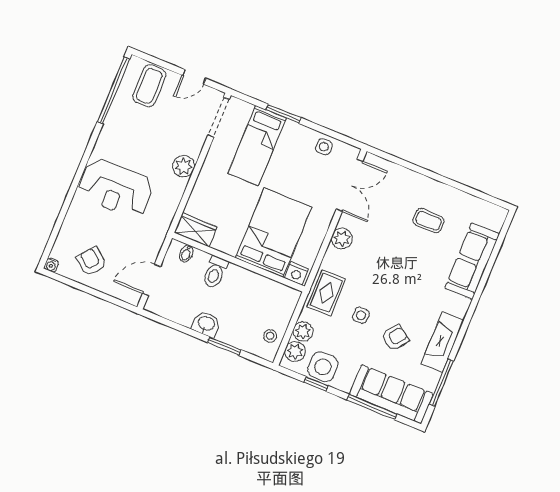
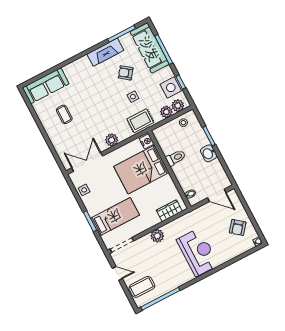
wardrobe: (195, 230) -> (169, 211), moved, turned 90
sofa: (472, 261) -> (46, 86), moved
toilet: (215, 272) -> (176, 158), moved

